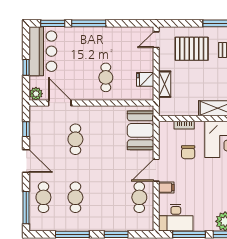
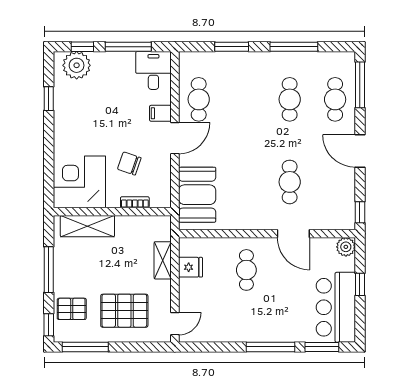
door: (60, 103) -> (293, 234), moved
window: (26, 129) -> (360, 212), moved
chair: (188, 152) -> (129, 164), turned -71
desk: (176, 218) -> (153, 70), width x0.73

